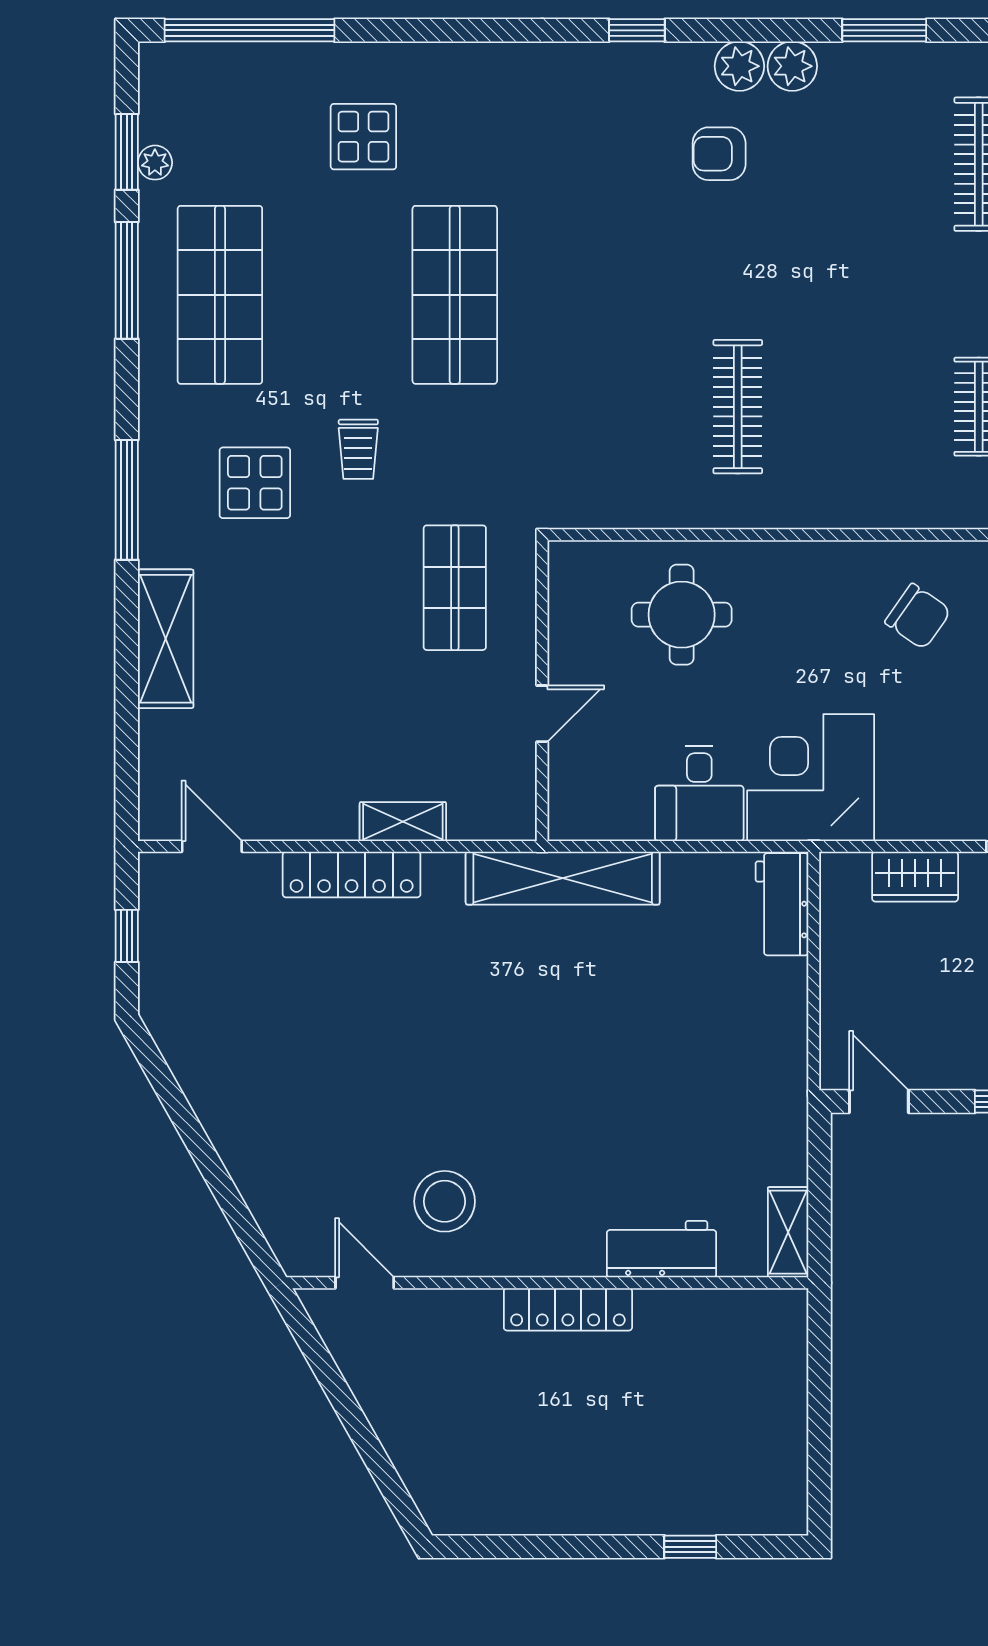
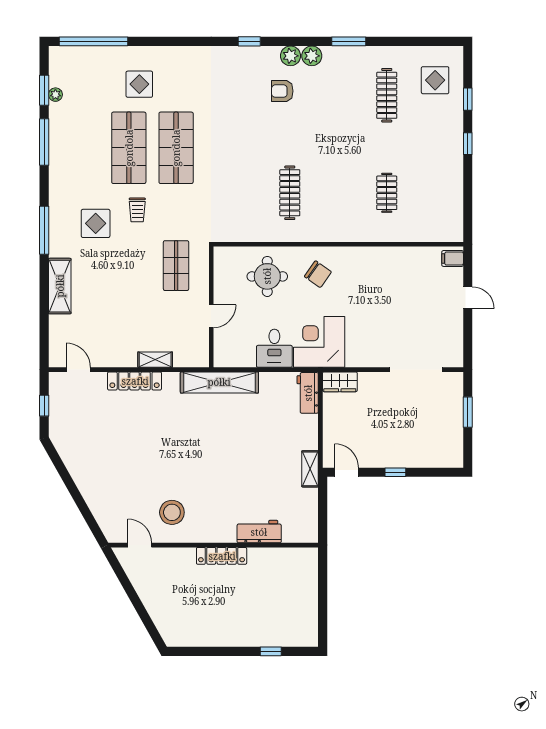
shop shelf: (220, 295) -> (129, 148), moved
chair: (918, 616) -> (318, 274), moved
wardrobe: (915, 877) -> (340, 382), moved
shelving: (788, 1232) -> (310, 469), moved

